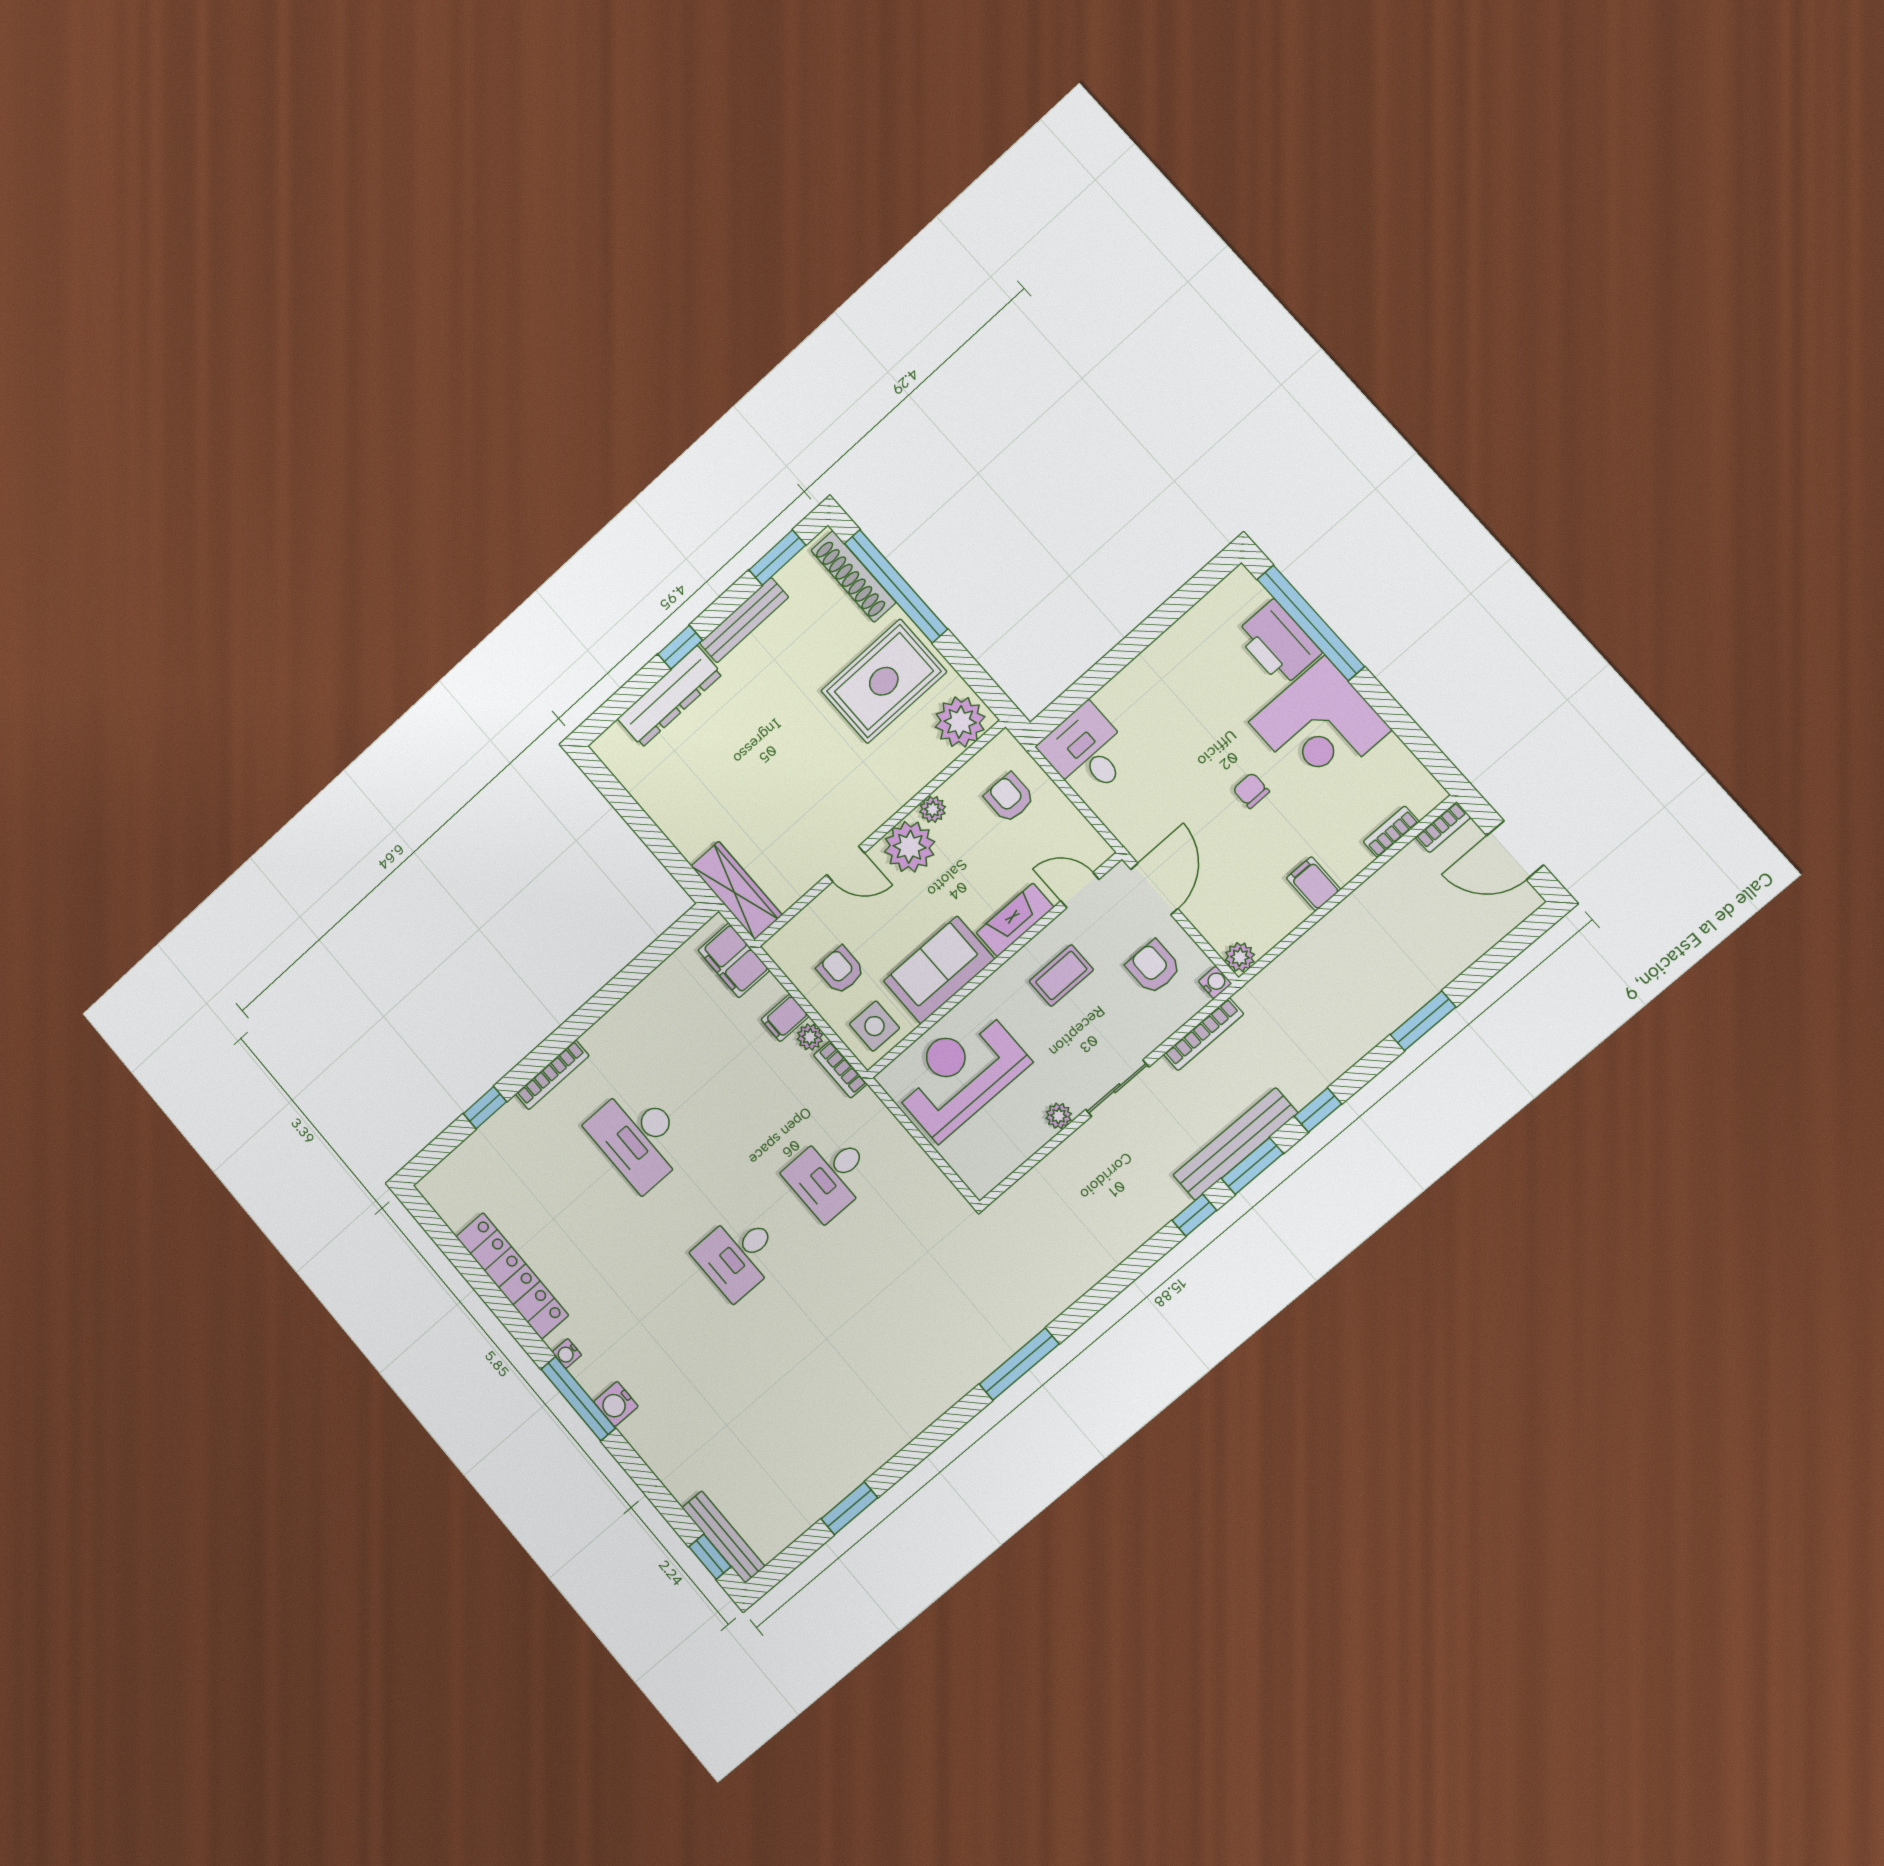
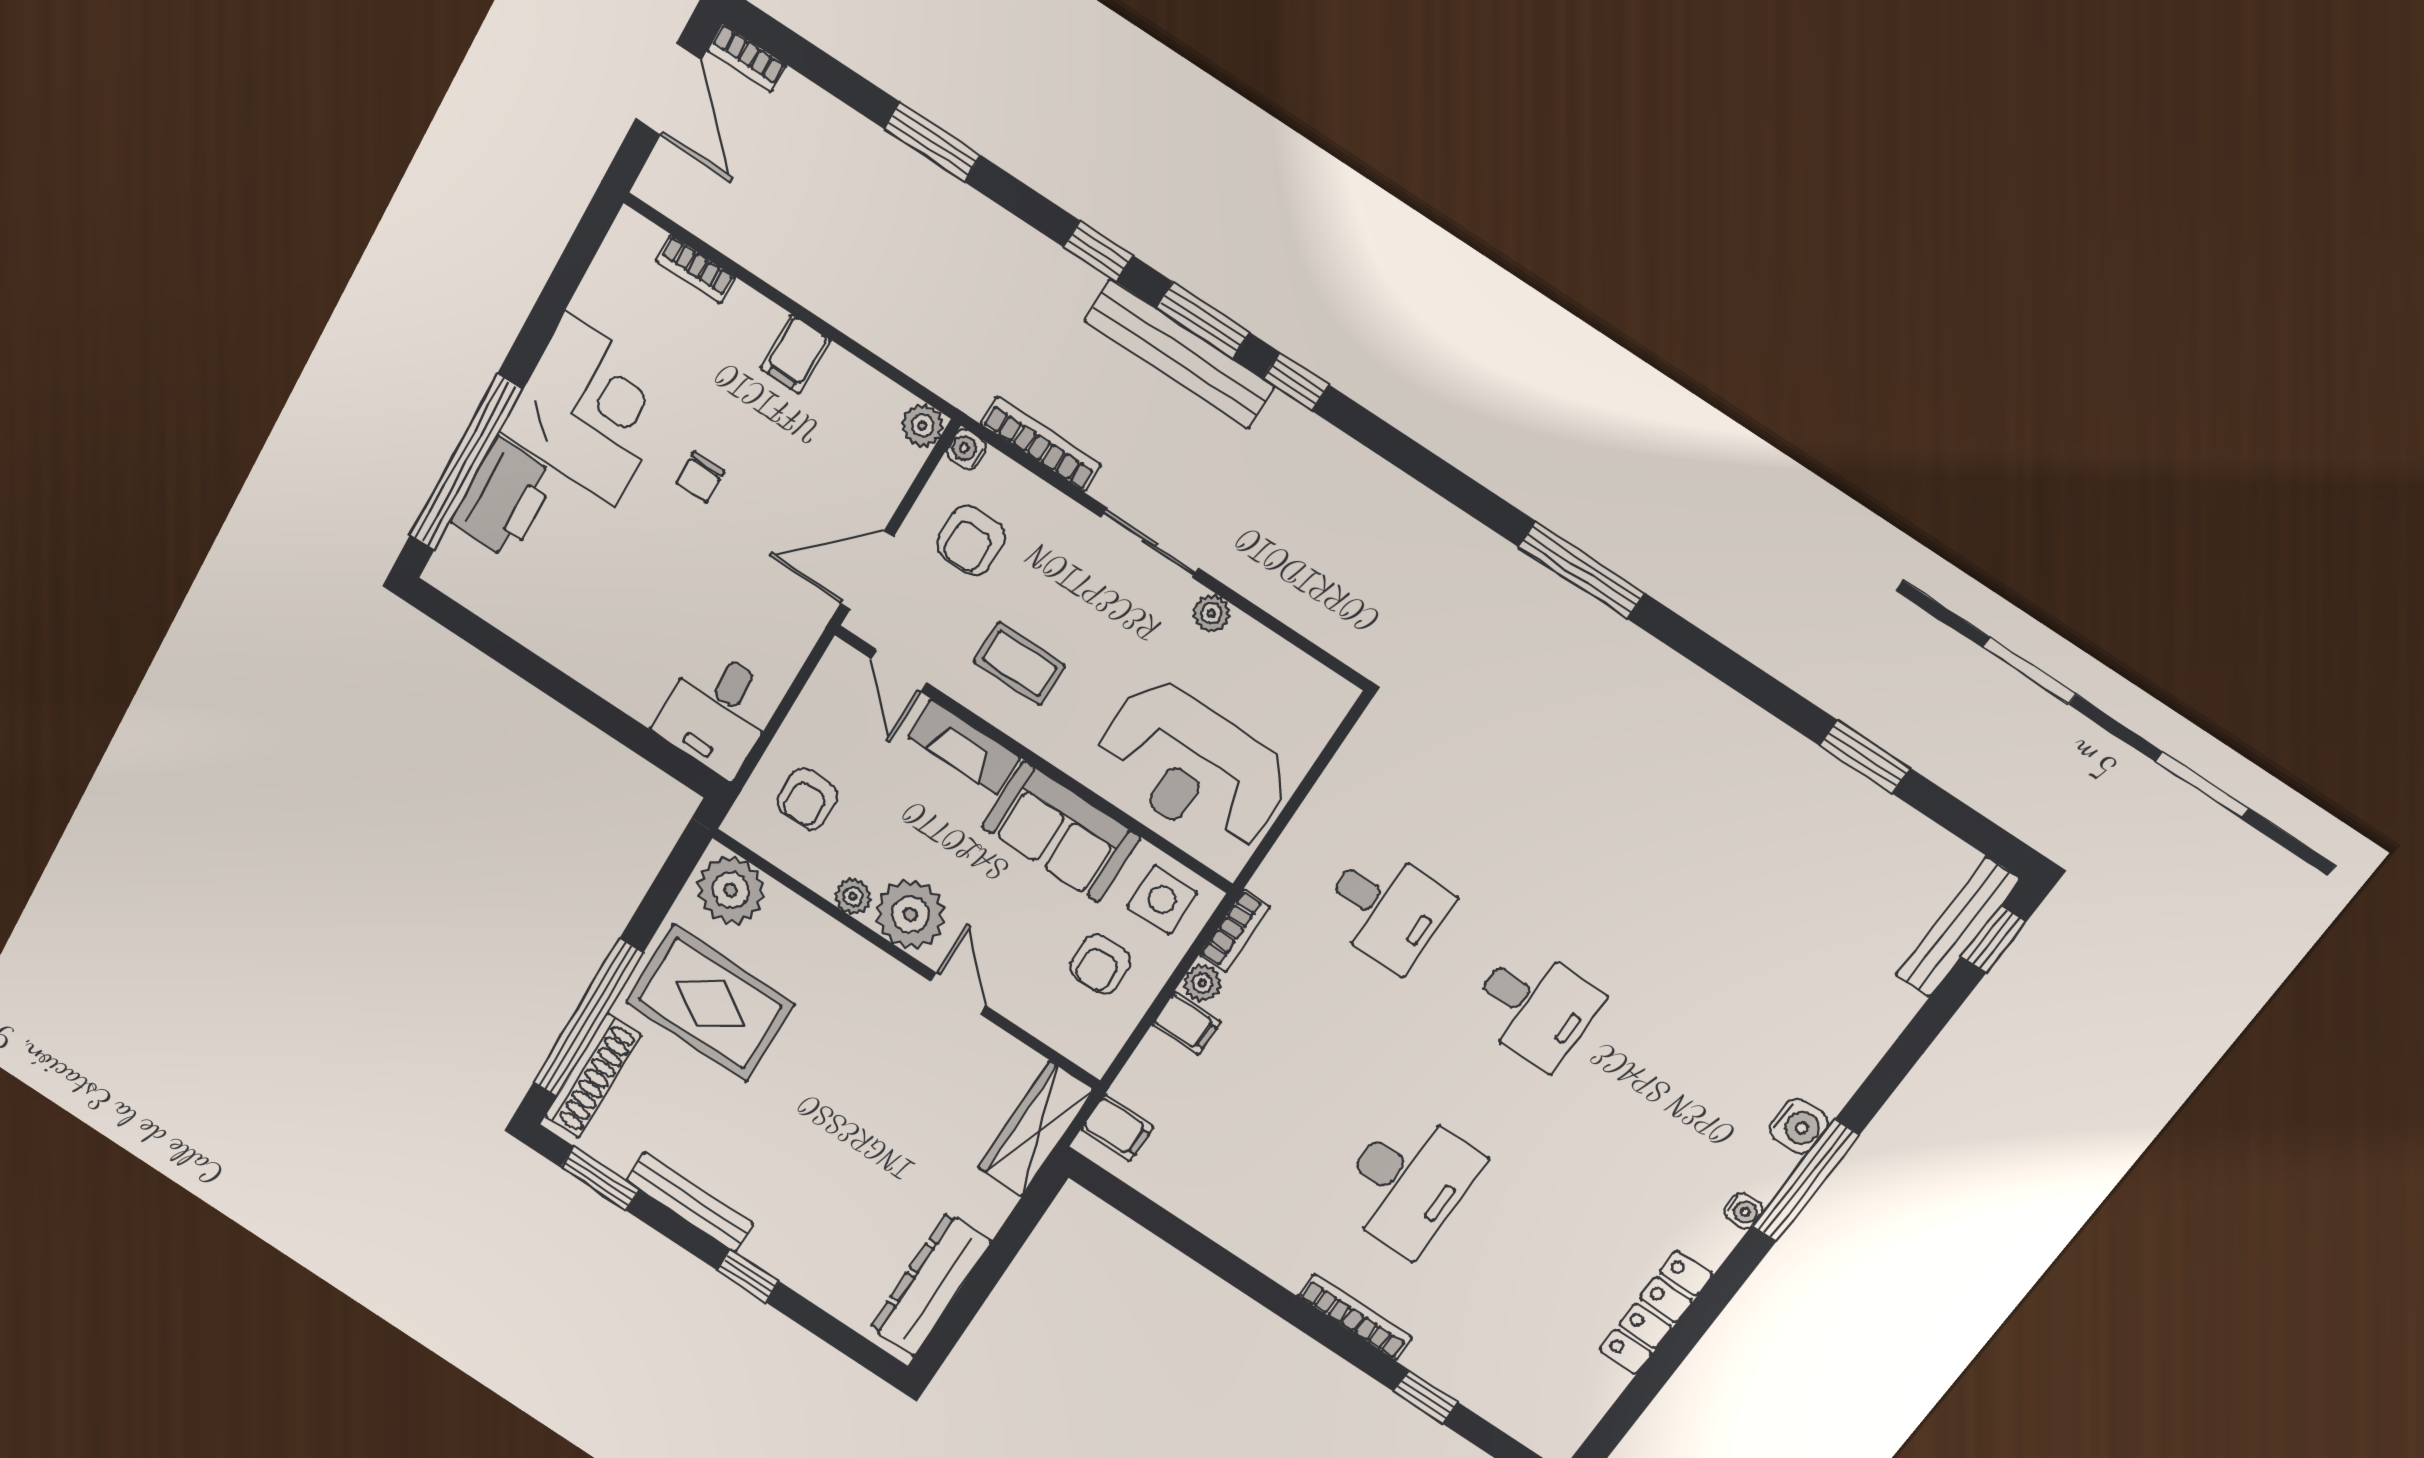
dresser: (670, 696) -> (930, 1285), moved, turned -90
bookcase: (1443, 827) -> (747, 58), moved, turned 180
filing cabinet: (734, 960) -> (1117, 1128), width x0.50
locker: (512, 1276) -> (1656, 1313), width x0.71, depth x0.83

